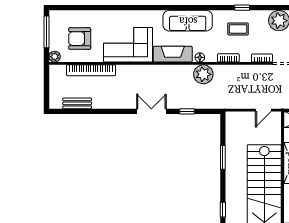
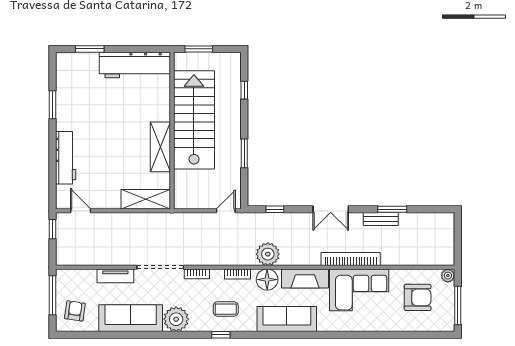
floor lamp: (200, 57) -> (267, 280), width x1.89, depth x1.89
bookcase: (91, 70) -> (351, 259), moved
bench: (77, 103) -> (381, 219), moved
door: (263, 110) -> (226, 211), moved
window: (101, 111) -> (392, 209), added
window: (187, 111) -> (275, 209), moved

